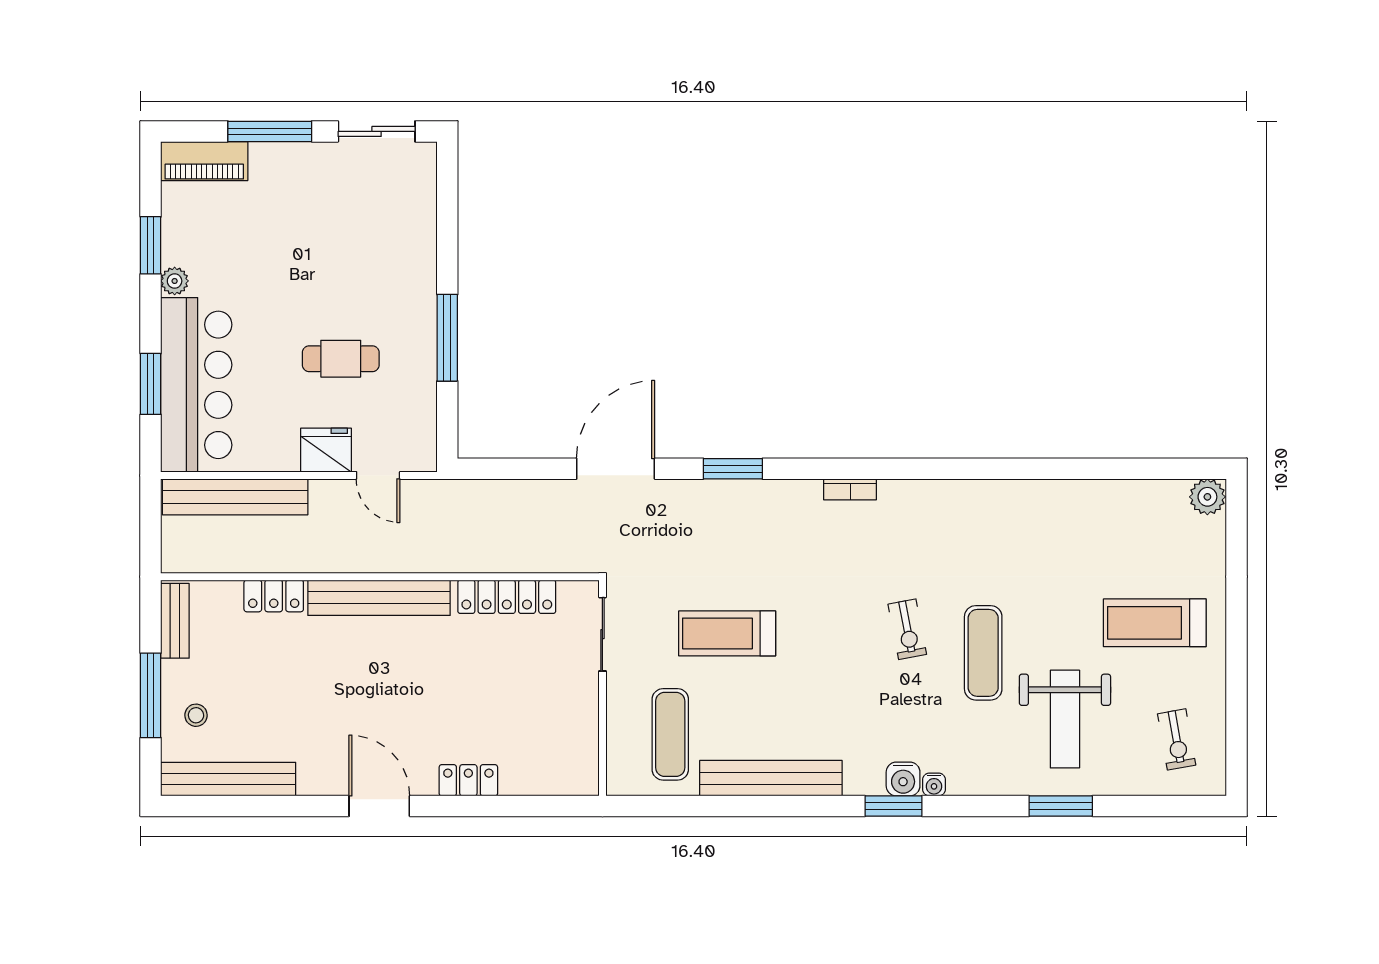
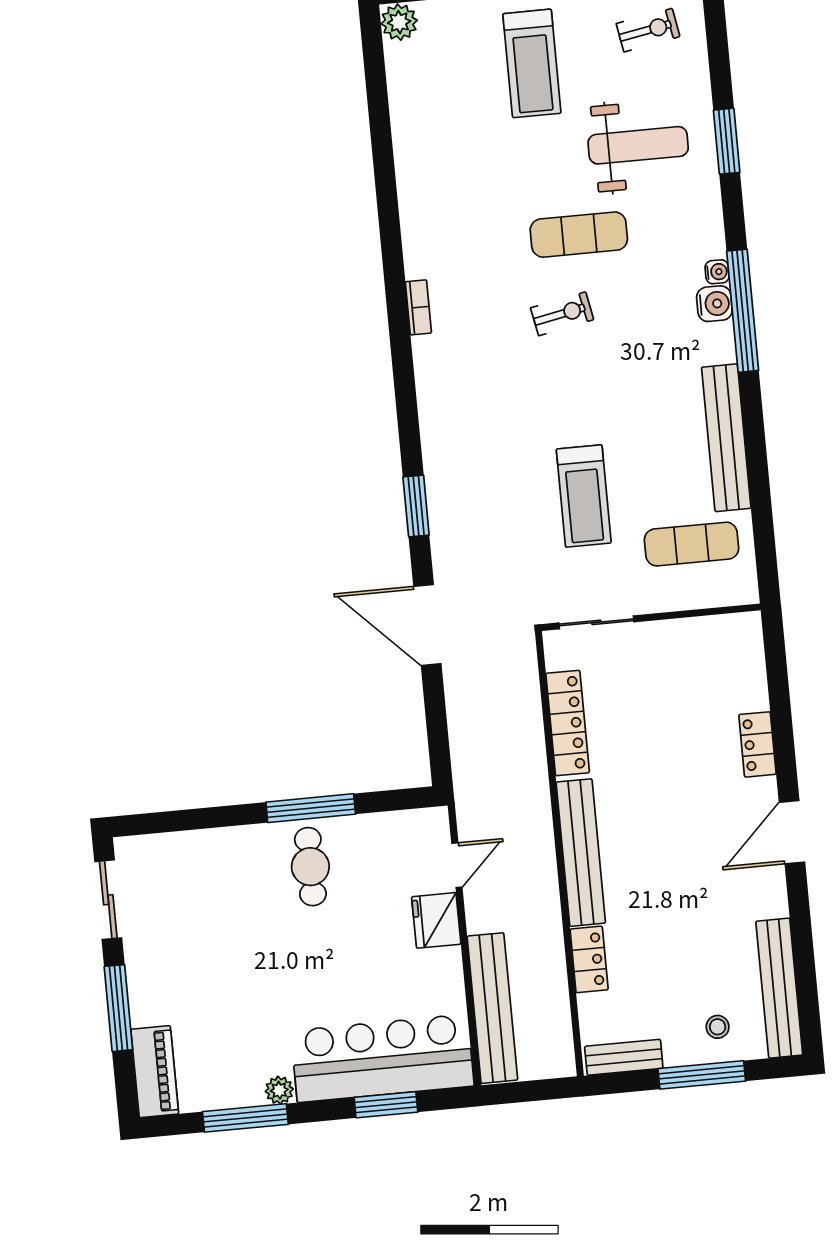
window: (151, 245) -> (245, 1118), width x1.44
cafe table: (341, 359) -> (310, 867), moved
bookcase: (850, 489) -> (418, 307), moved
window: (894, 806) -> (743, 311), width x2.11

